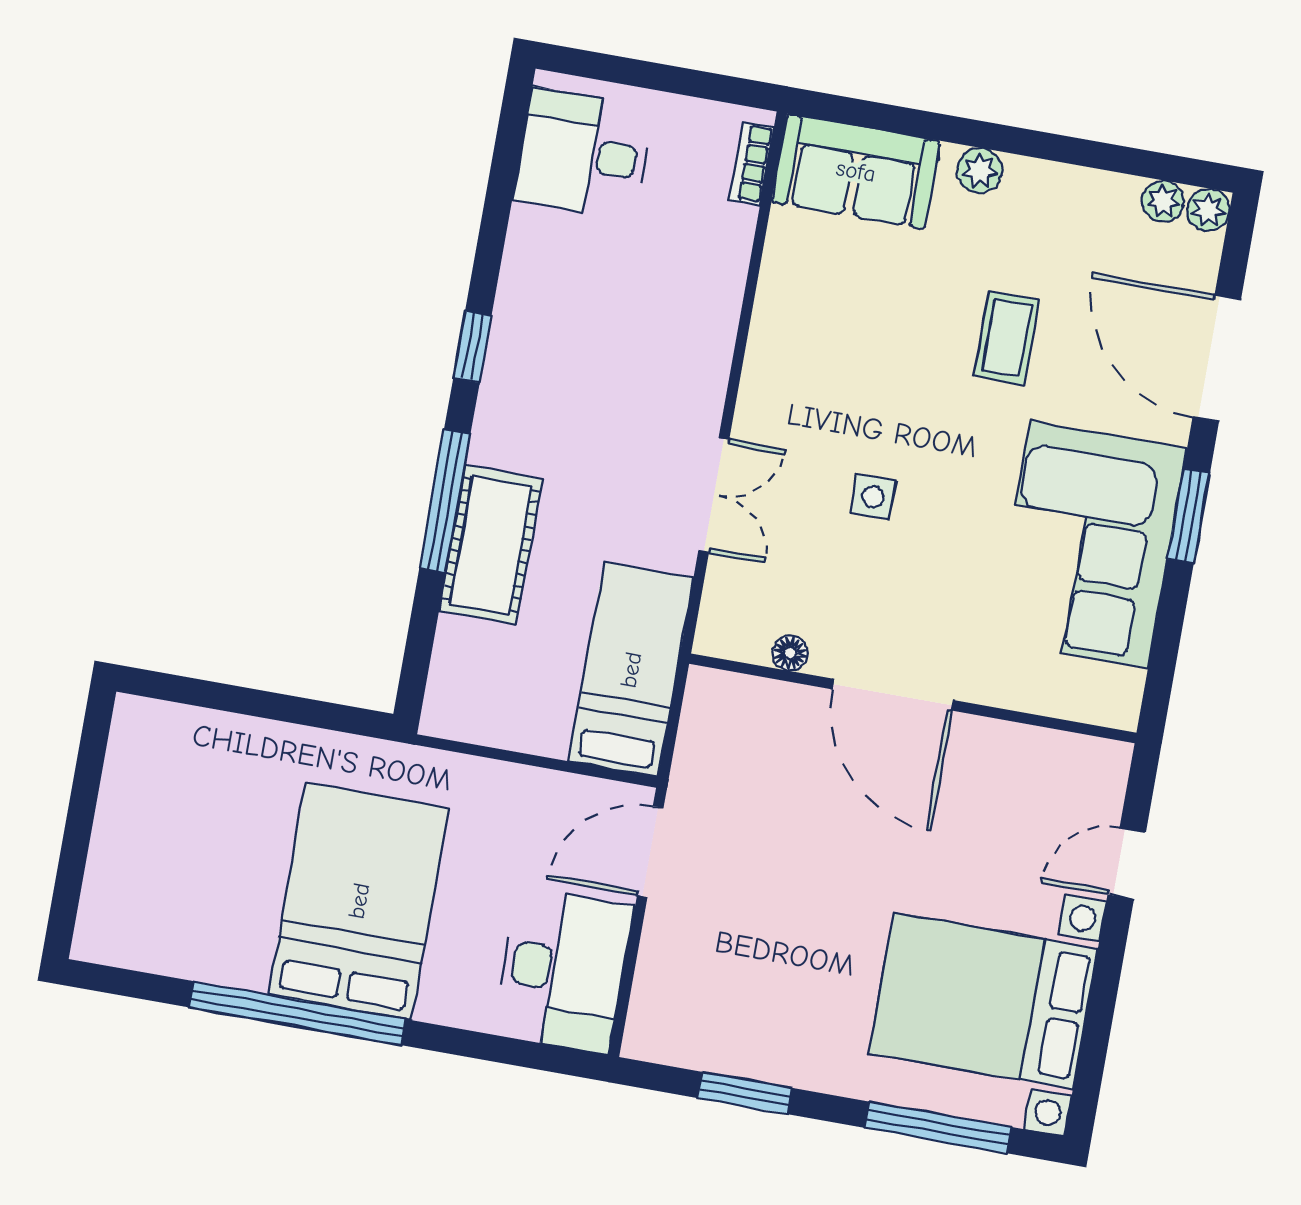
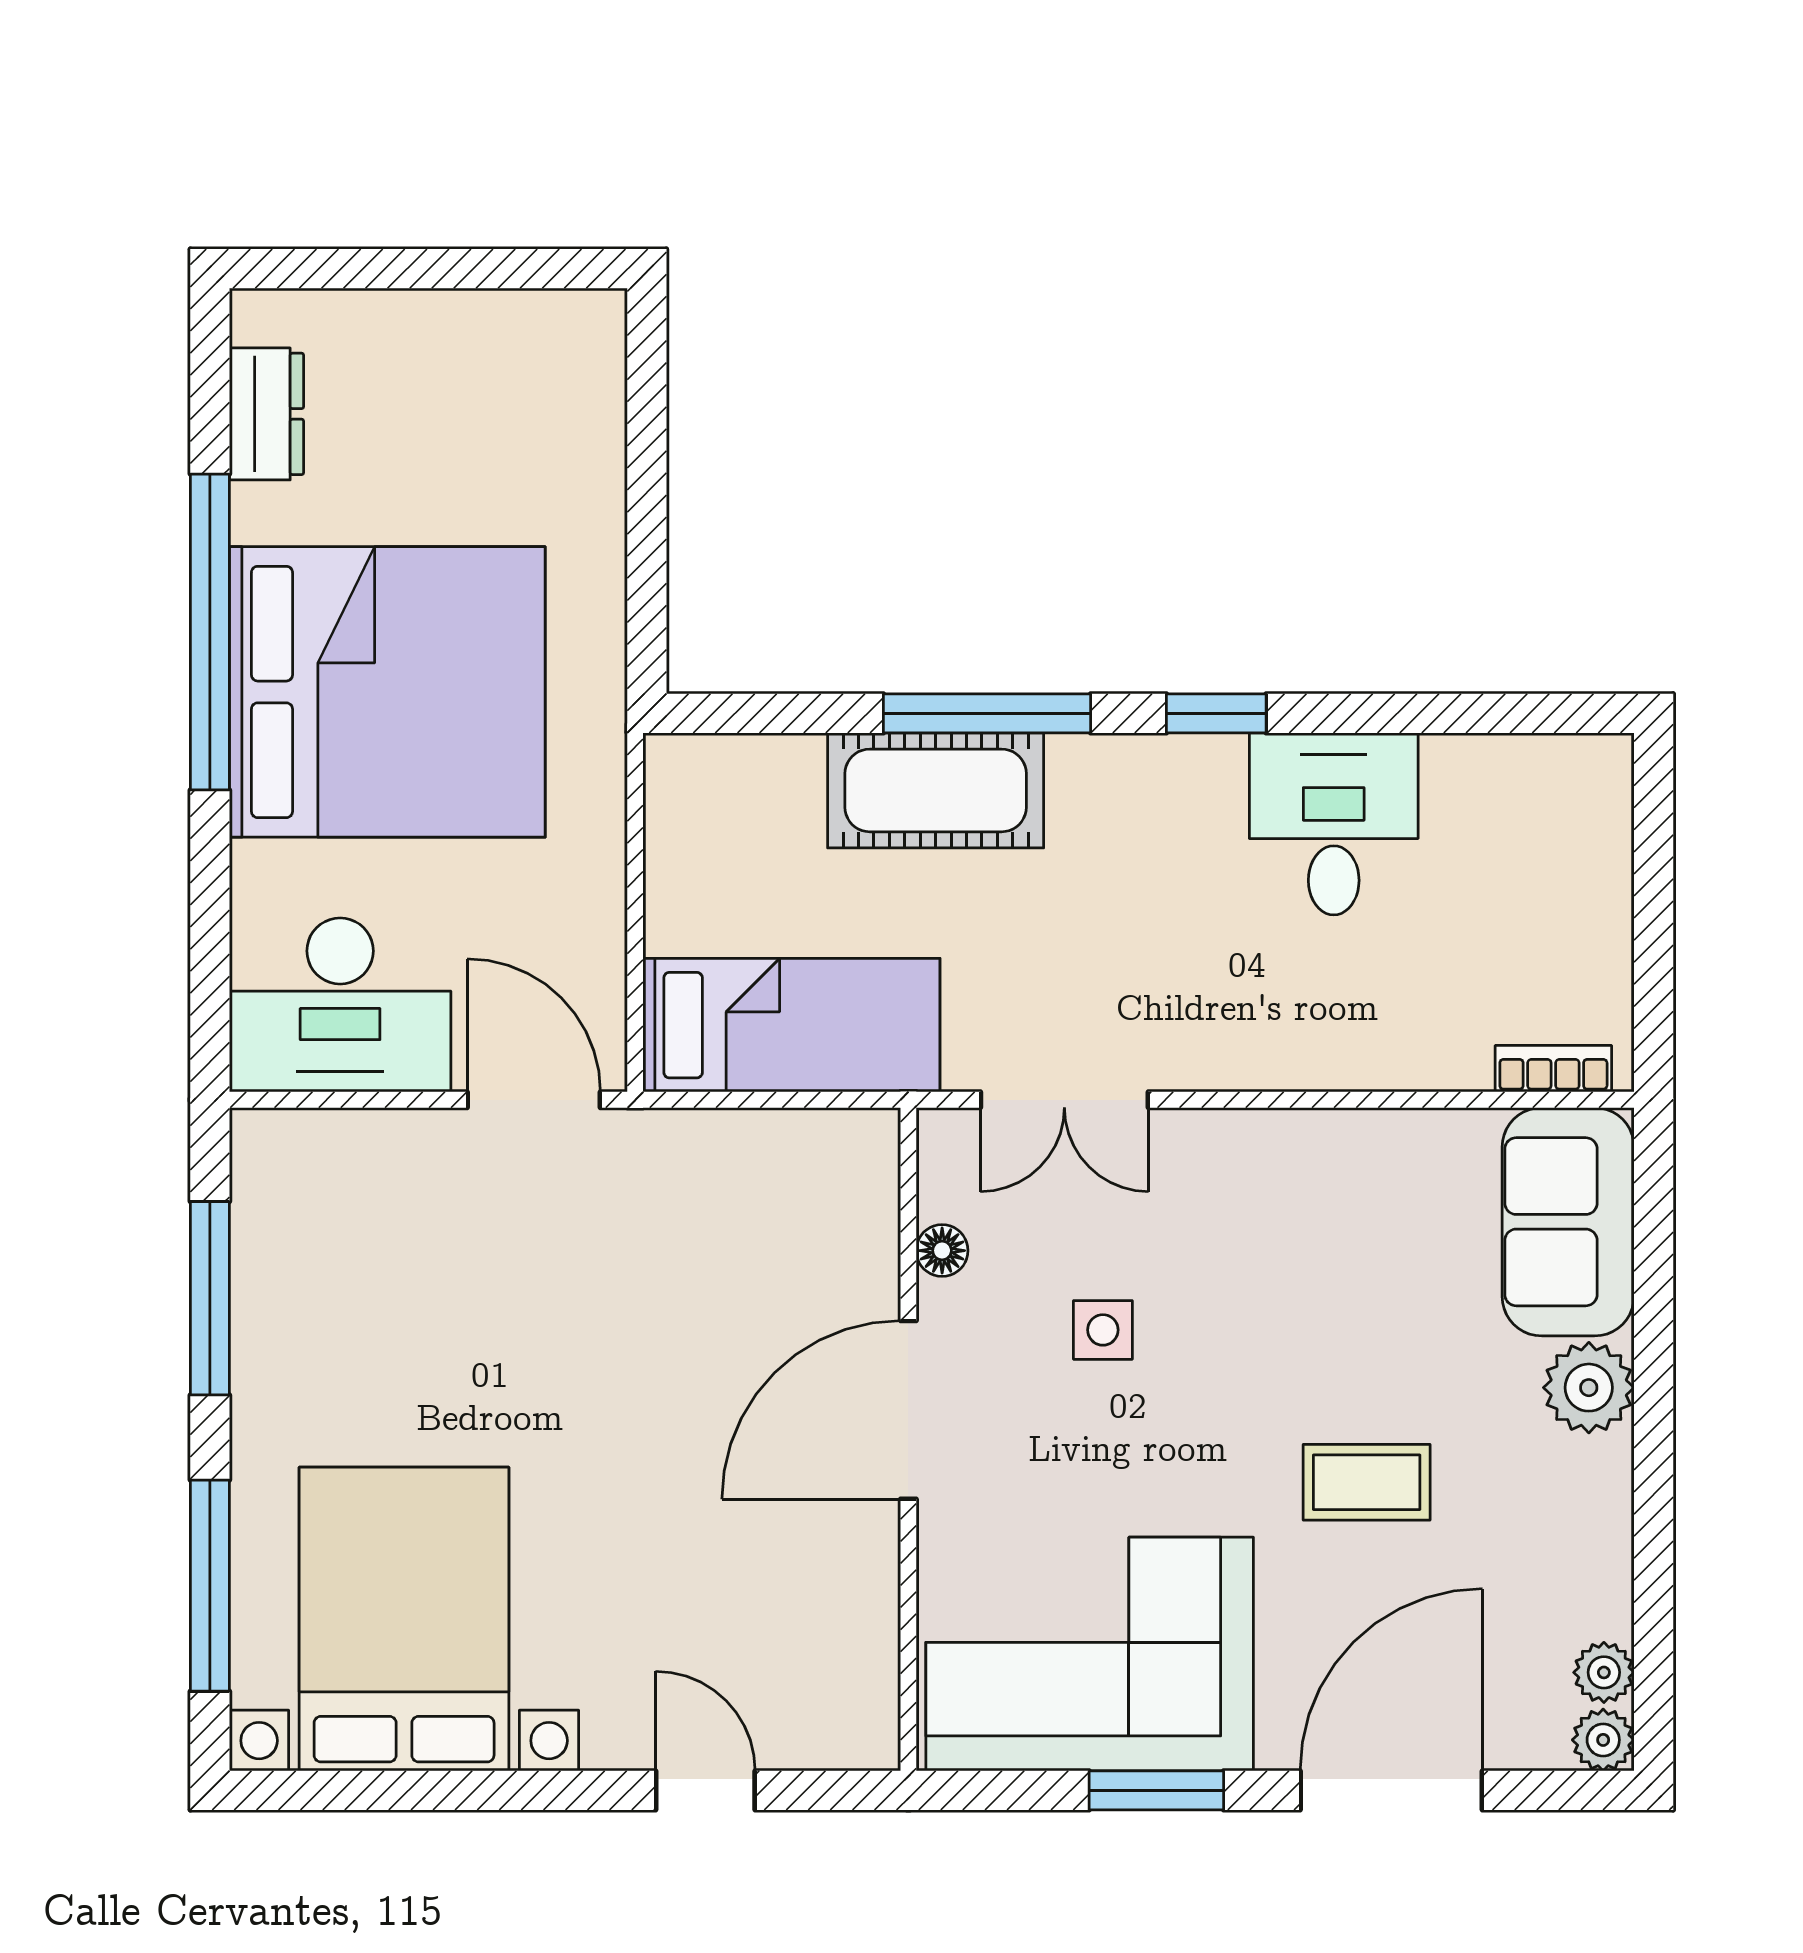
desk: (583, 154) -> (1334, 824), moved
plant: (980, 171) -> (1589, 1388), width x1.38, depth x1.38
floor lamp: (790, 653) -> (942, 1251), moved
door: (893, 695) -> (908, 1410), moved
wall: (913, 698) -> (908, 1439), moved
door: (1127, 863) -> (705, 1790), moved
bed: (359, 901) -> (387, 692), width x1.36
dresser: (158, 949) -> (266, 414), added
window: (745, 1093) -> (210, 1298), width x1.44

